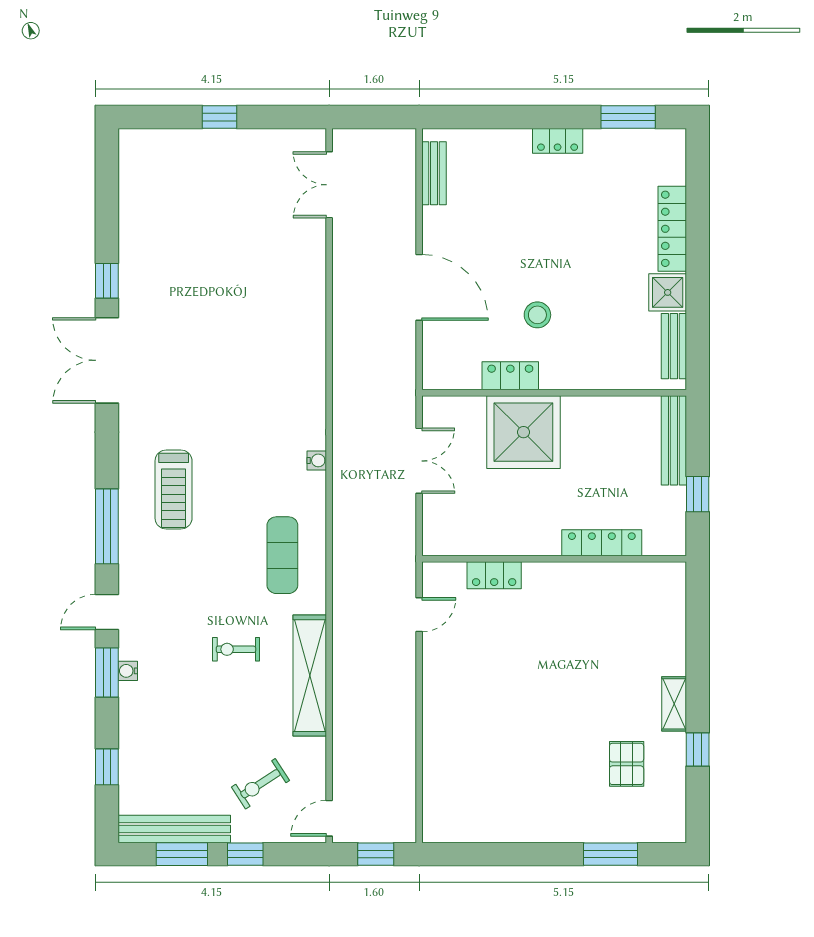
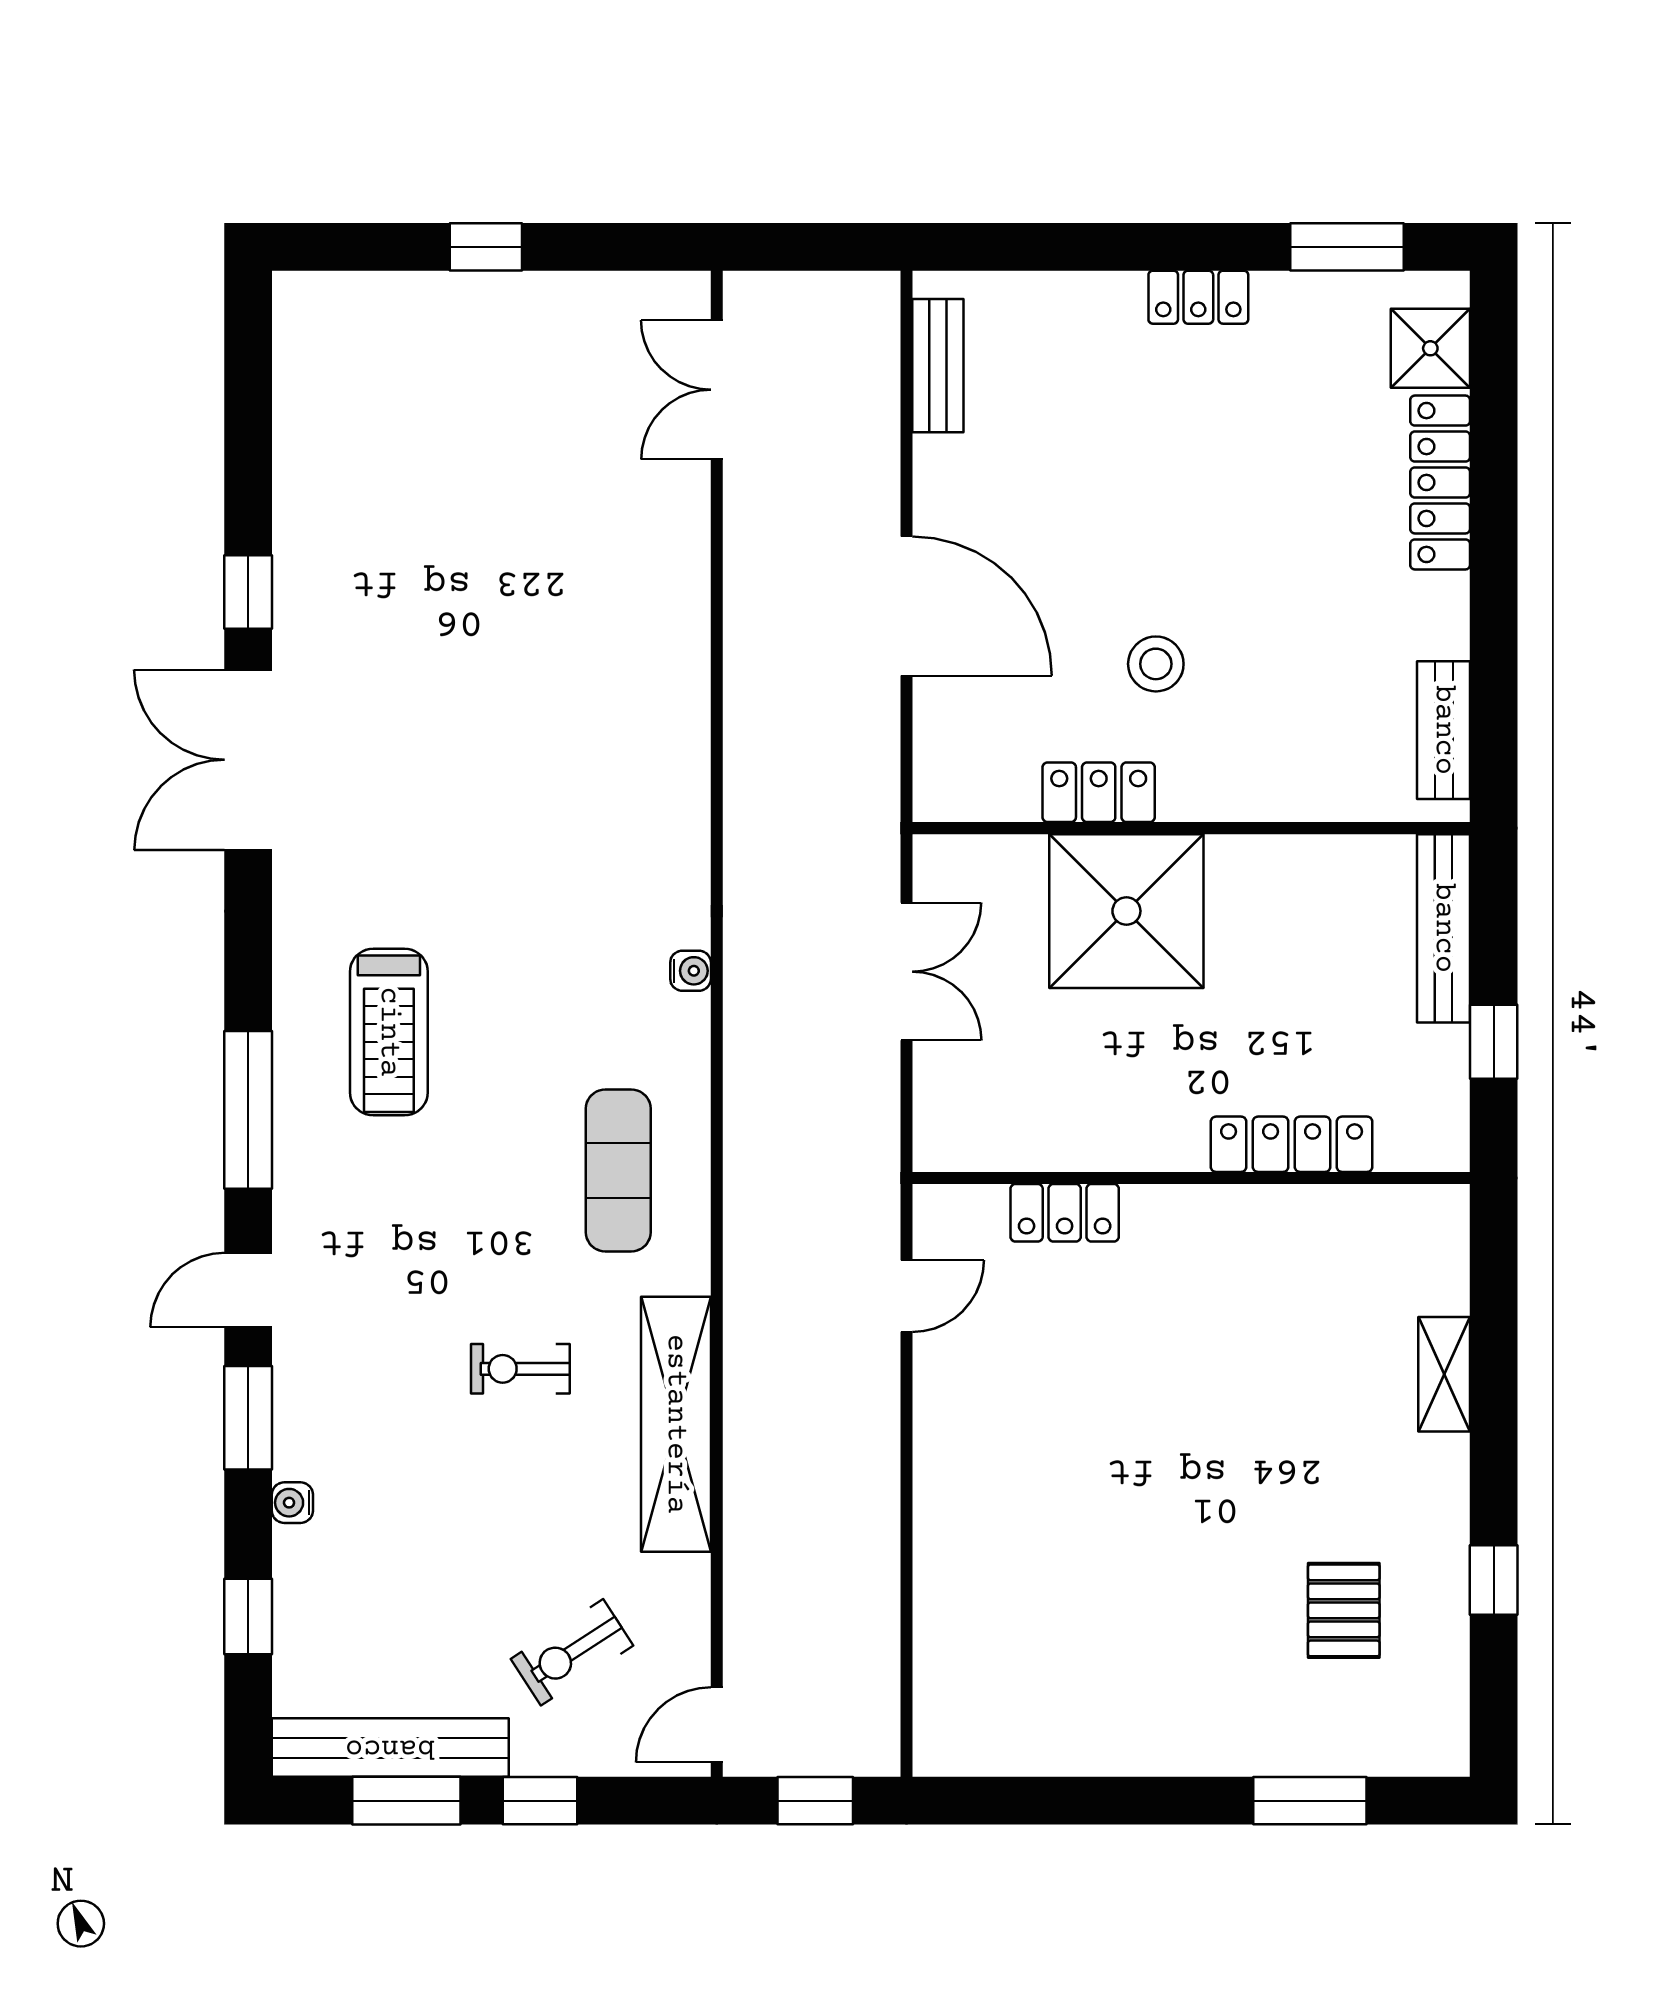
shower: (668, 292) -> (1430, 348), moved
water cooler: (128, 671) -> (292, 1503), moved
shelving: (674, 704) -> (1444, 1374), moved

